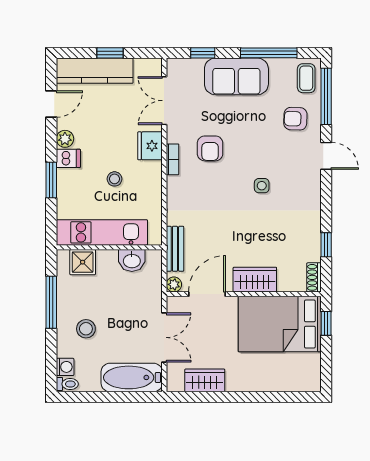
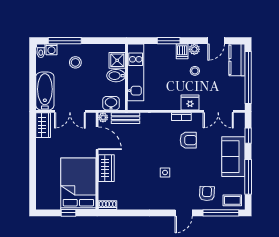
window: (110, 53) -> (248, 78), width x3.17
kitchen counter: (95, 71) -> (237, 60), width x0.67
double door: (164, 101) -> (218, 111), swing flipped
door: (51, 104) -> (216, 41), hinge flipped
armchair: (210, 148) -> (188, 140), turned 180
stool: (115, 179) -> (195, 71), moved
window: (326, 245) -> (128, 213), removed
washbasin: (132, 260) -> (111, 103), moved, turned 90
bidet: (107, 264) -> (116, 76), added
window: (51, 302) -> (65, 41), moved
window: (326, 323) -> (68, 213), moved
wardrobe: (205, 380) -> (43, 125), moved

